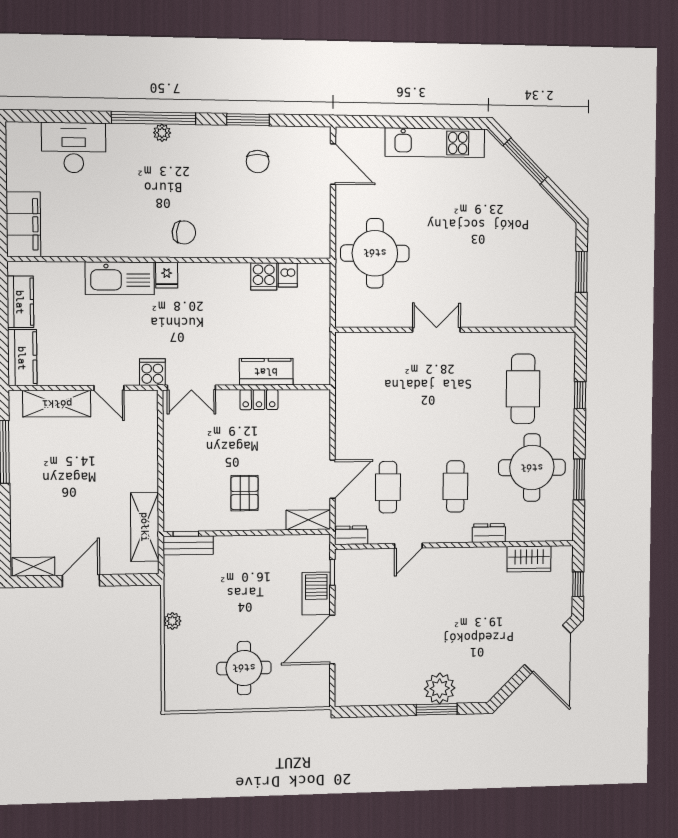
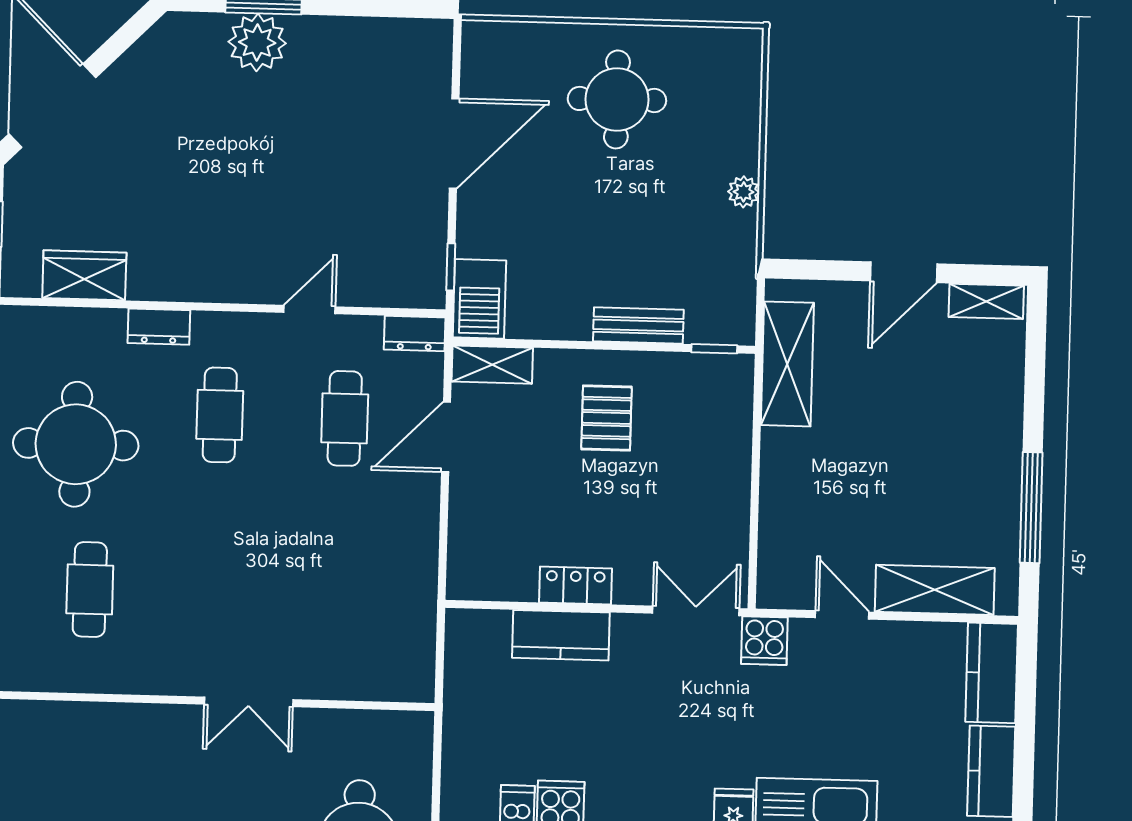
cafe table: (523, 389) -> (90, 589), width x0.73, depth x0.74
bench: (188, 545) -> (638, 325), moved
barbecue: (316, 593) -> (479, 299), moved

